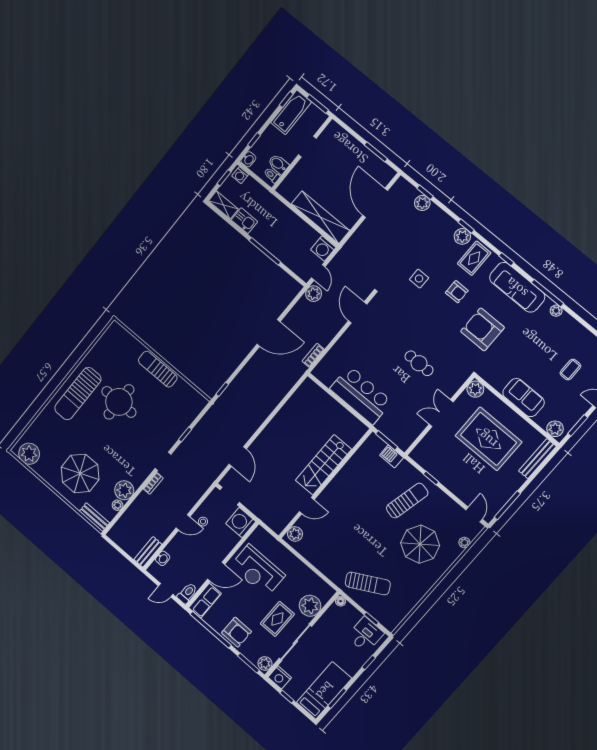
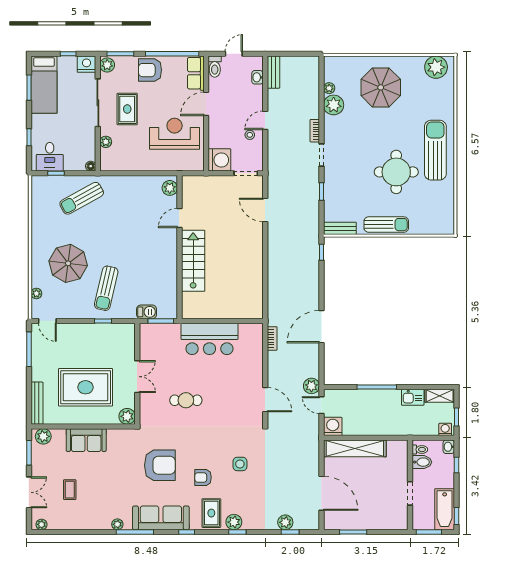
bench: (94, 517) -> (340, 228), moved
plant: (310, 606) -> (106, 142), width x0.53, depth x0.53

